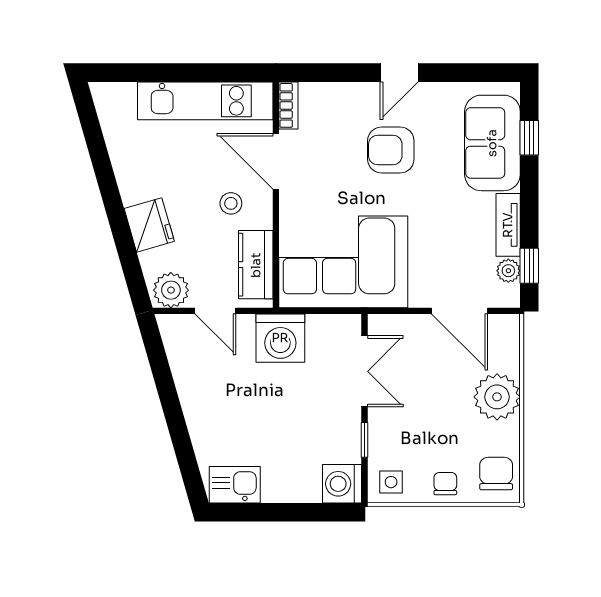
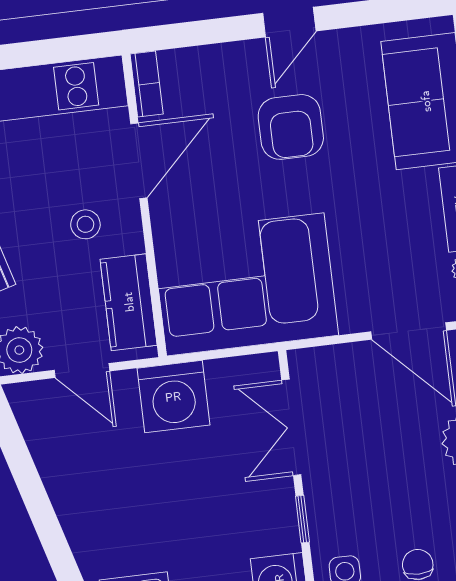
armchair: (391, 150) -> (291, 127), turned -90
door: (276, 161) -> (139, 161), swing flipped
double door: (364, 371) -> (291, 427), swing flipped

